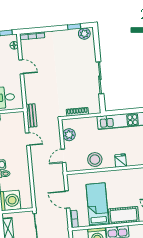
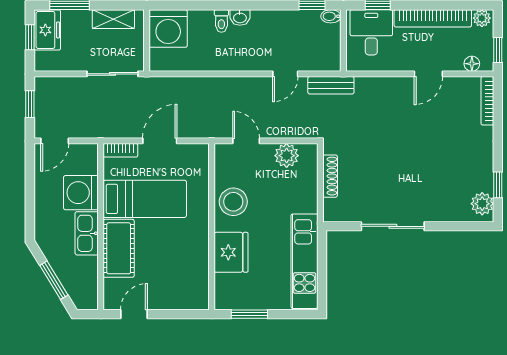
fridge: (121, 161) -> (231, 252), width x1.88, depth x1.34

